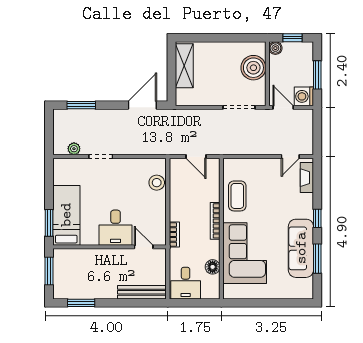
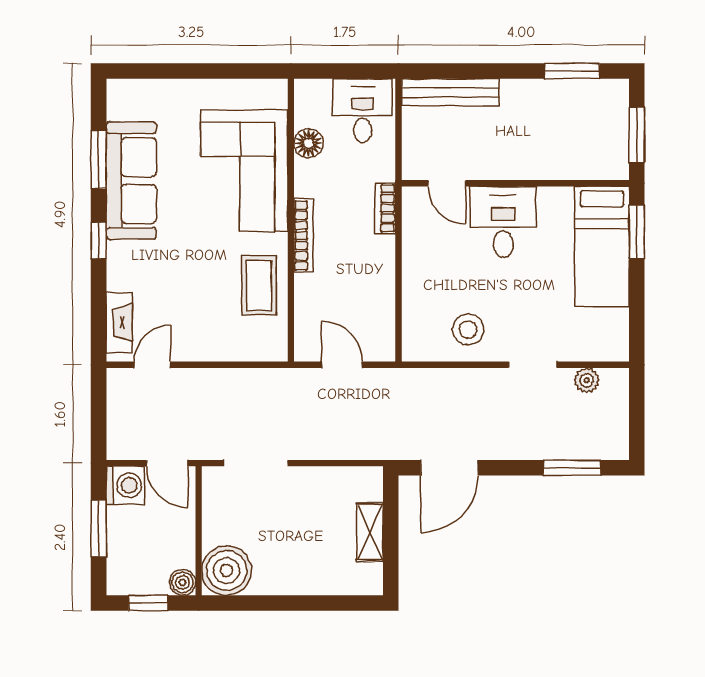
shelving: (184, 66) -> (370, 532), width x0.67, depth x0.75
boiler: (253, 68) -> (227, 570), moved
stool: (157, 183) -> (468, 329), moved

